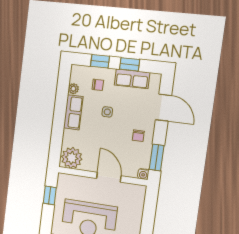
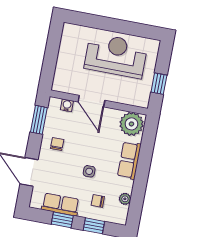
row of seats: (73, 112) -> (129, 160), moved
water cooler: (143, 174) -> (67, 105), moved

